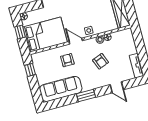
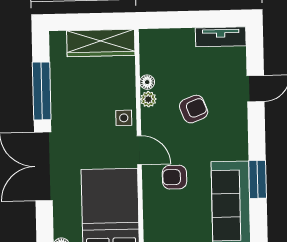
door: (76, 41) -> (139, 150), swing flipped
window: (86, 95) -> (258, 179), moved

